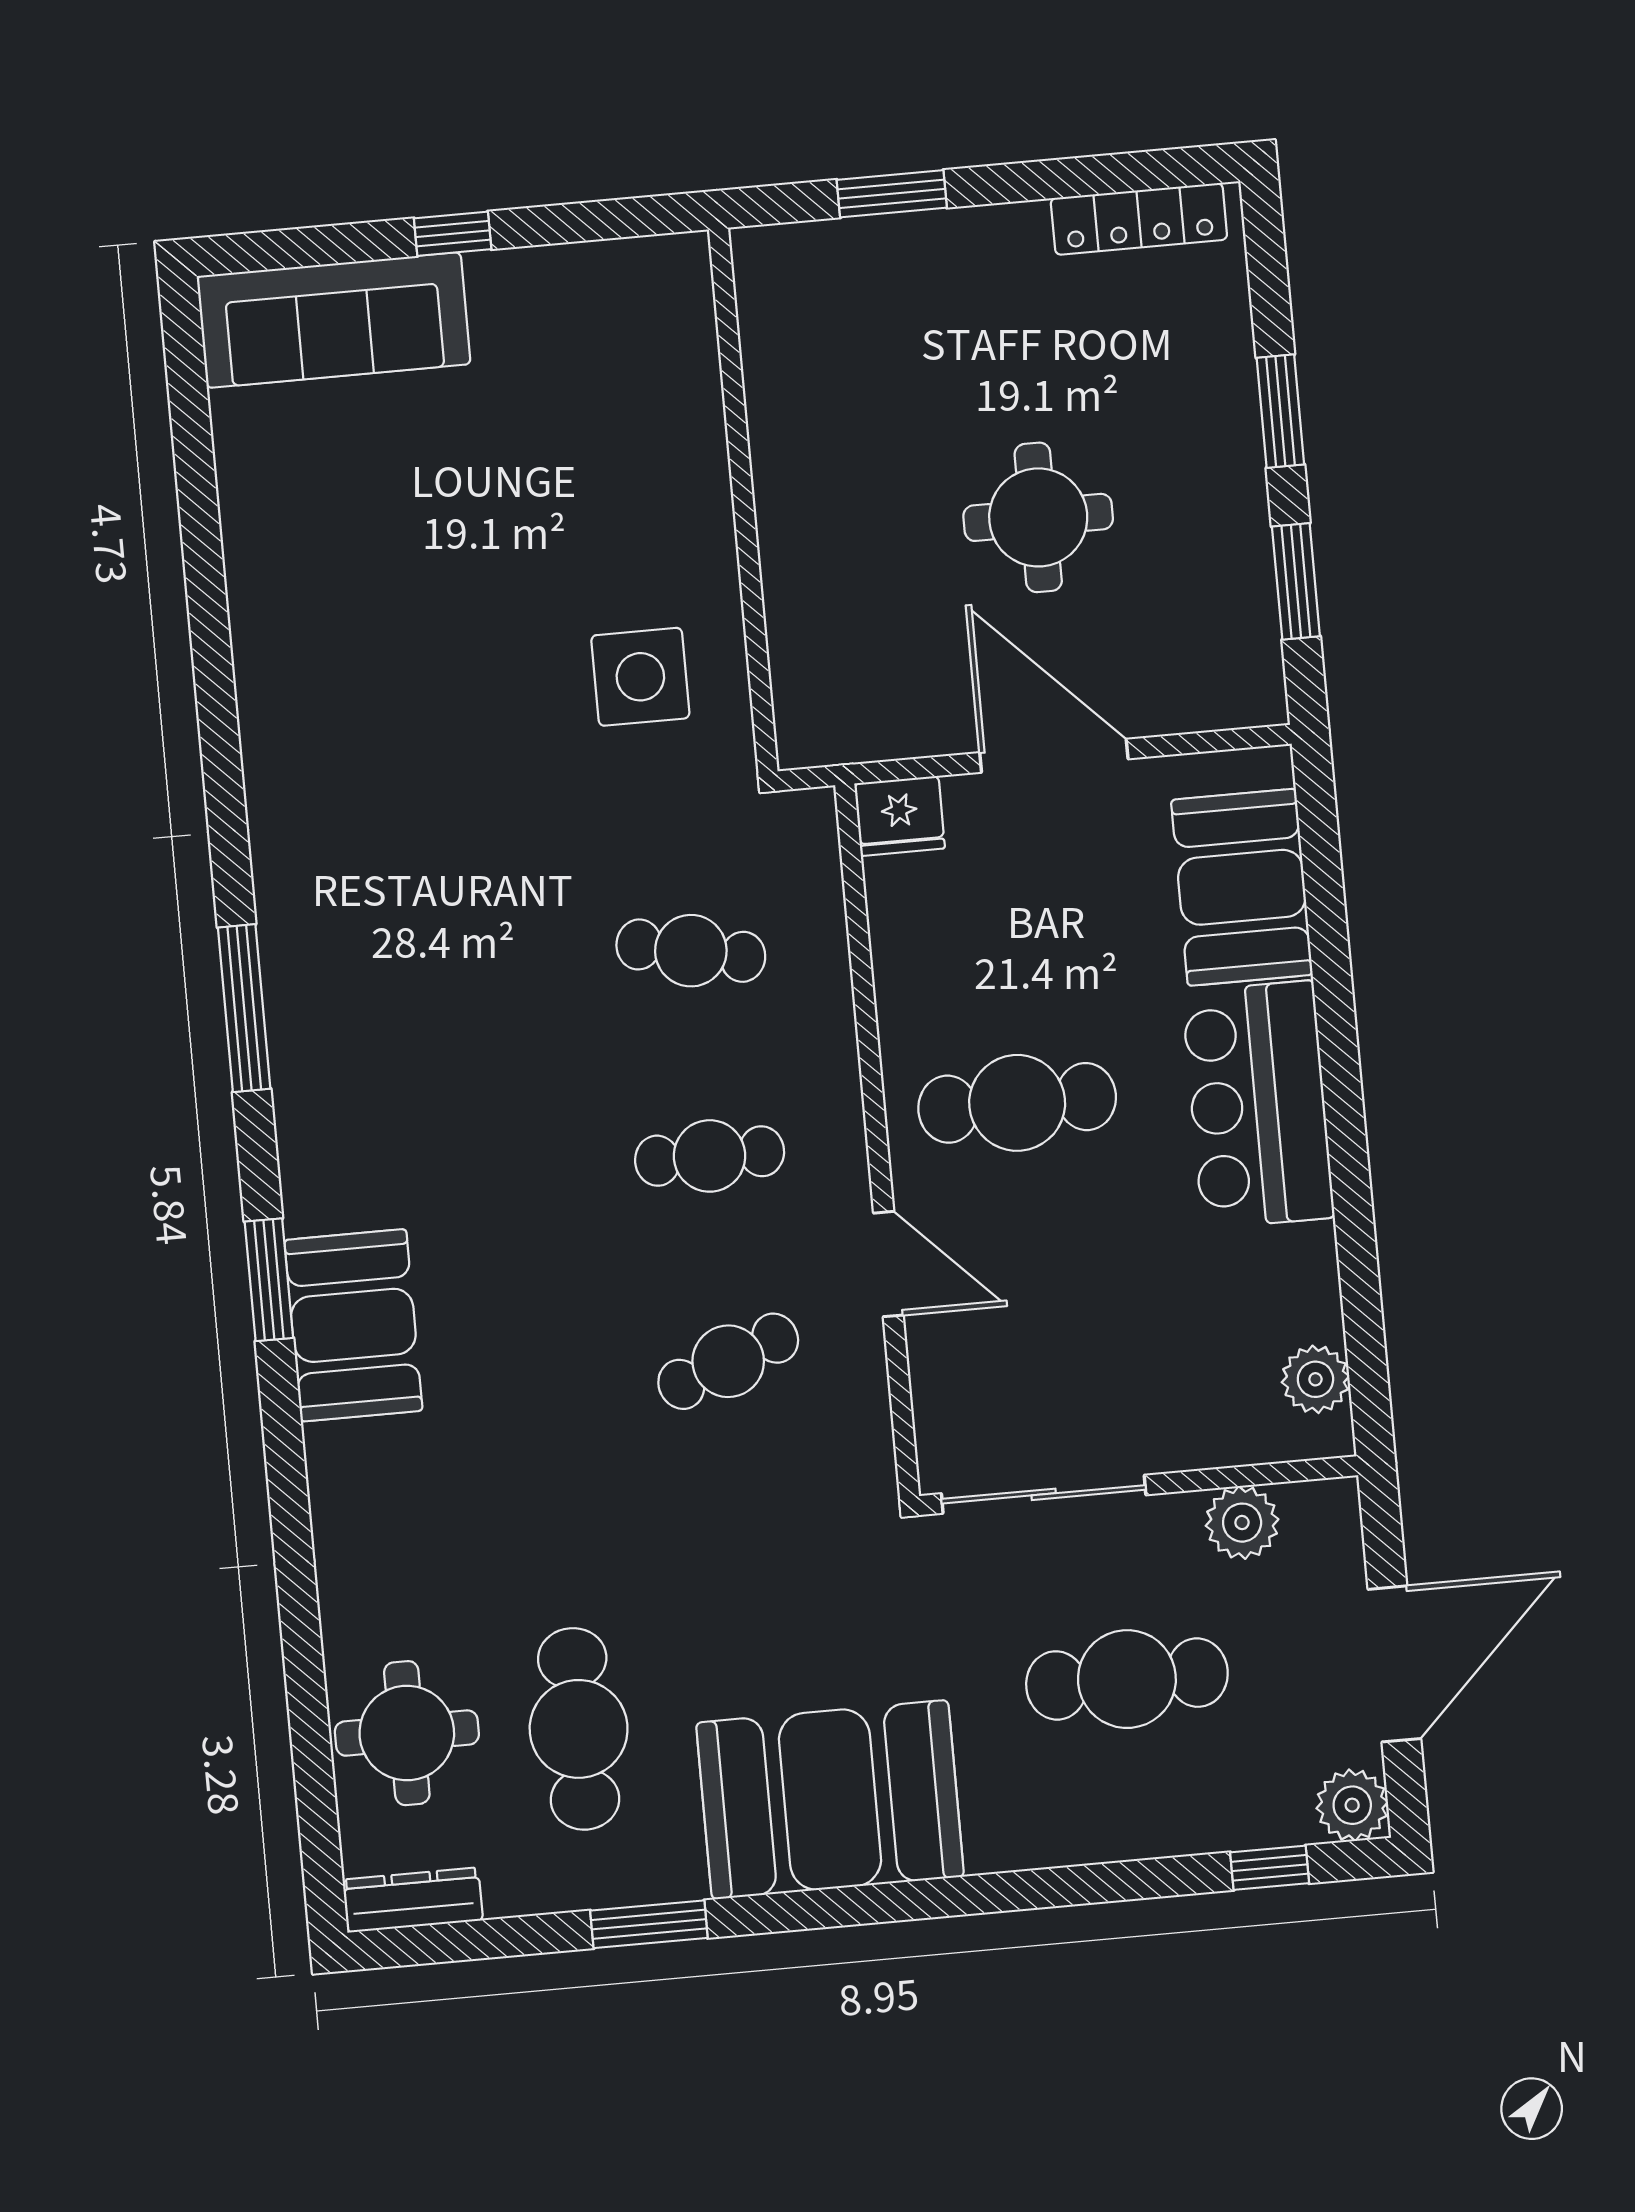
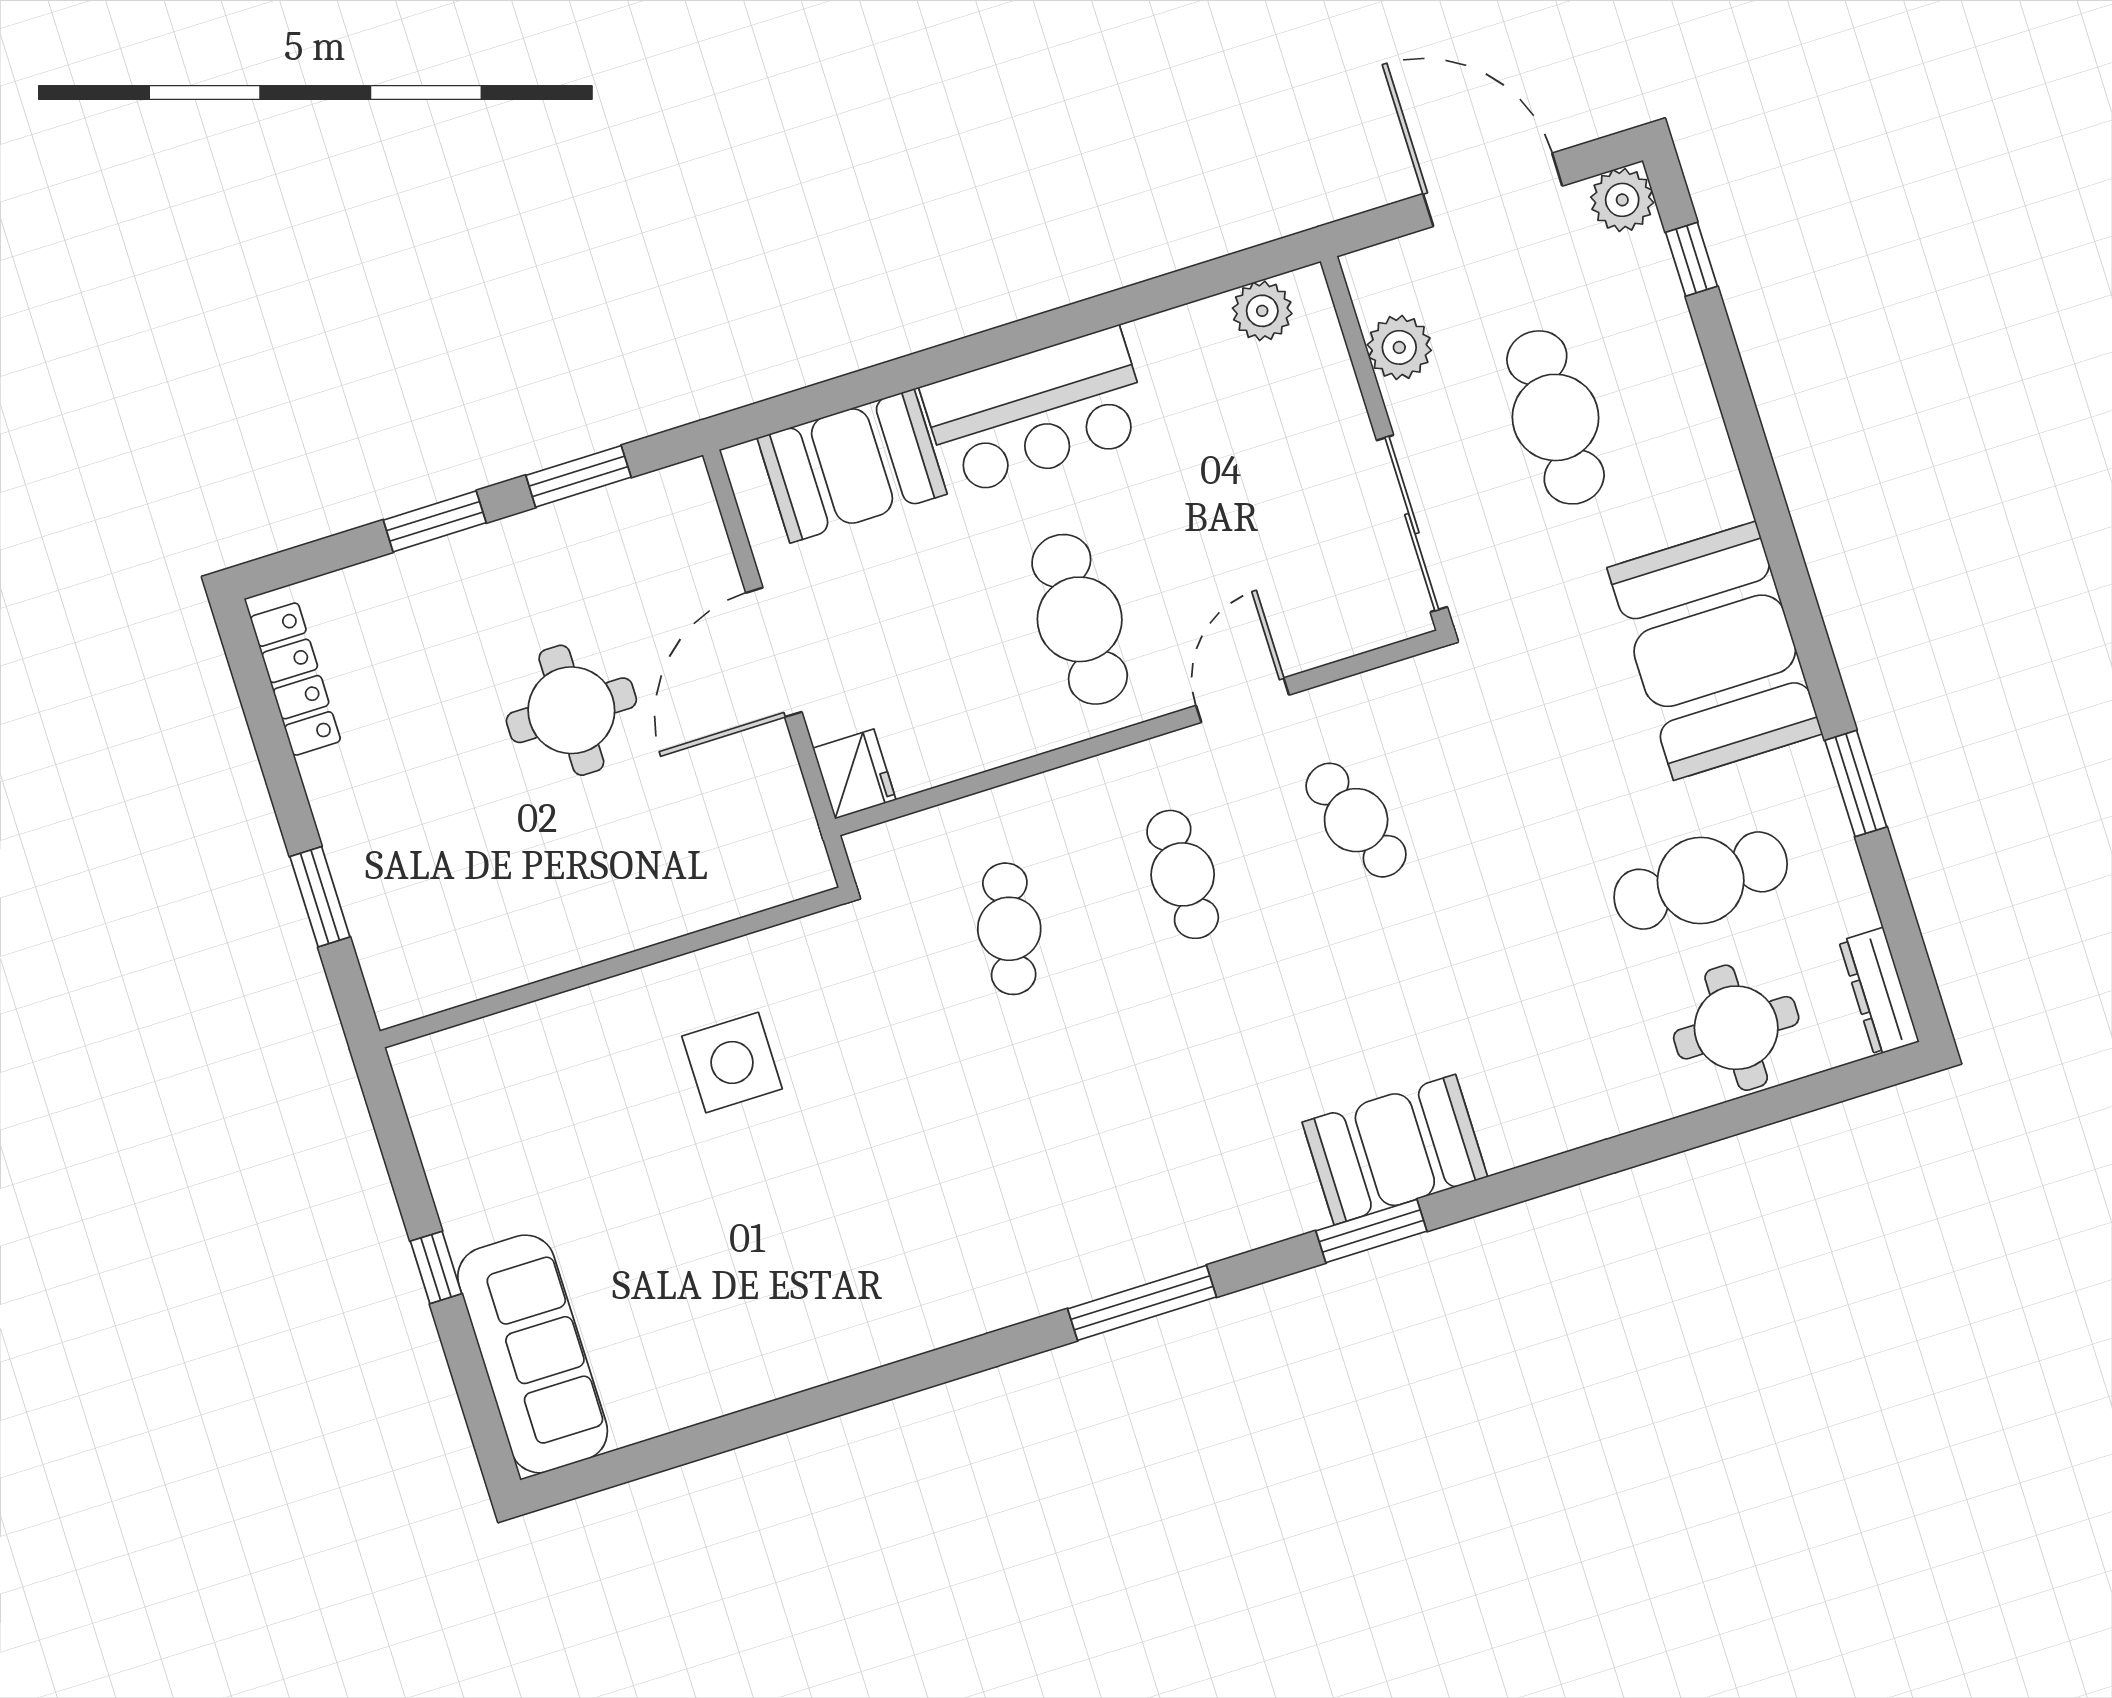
side table: (640, 677) -> (732, 1062), moved

